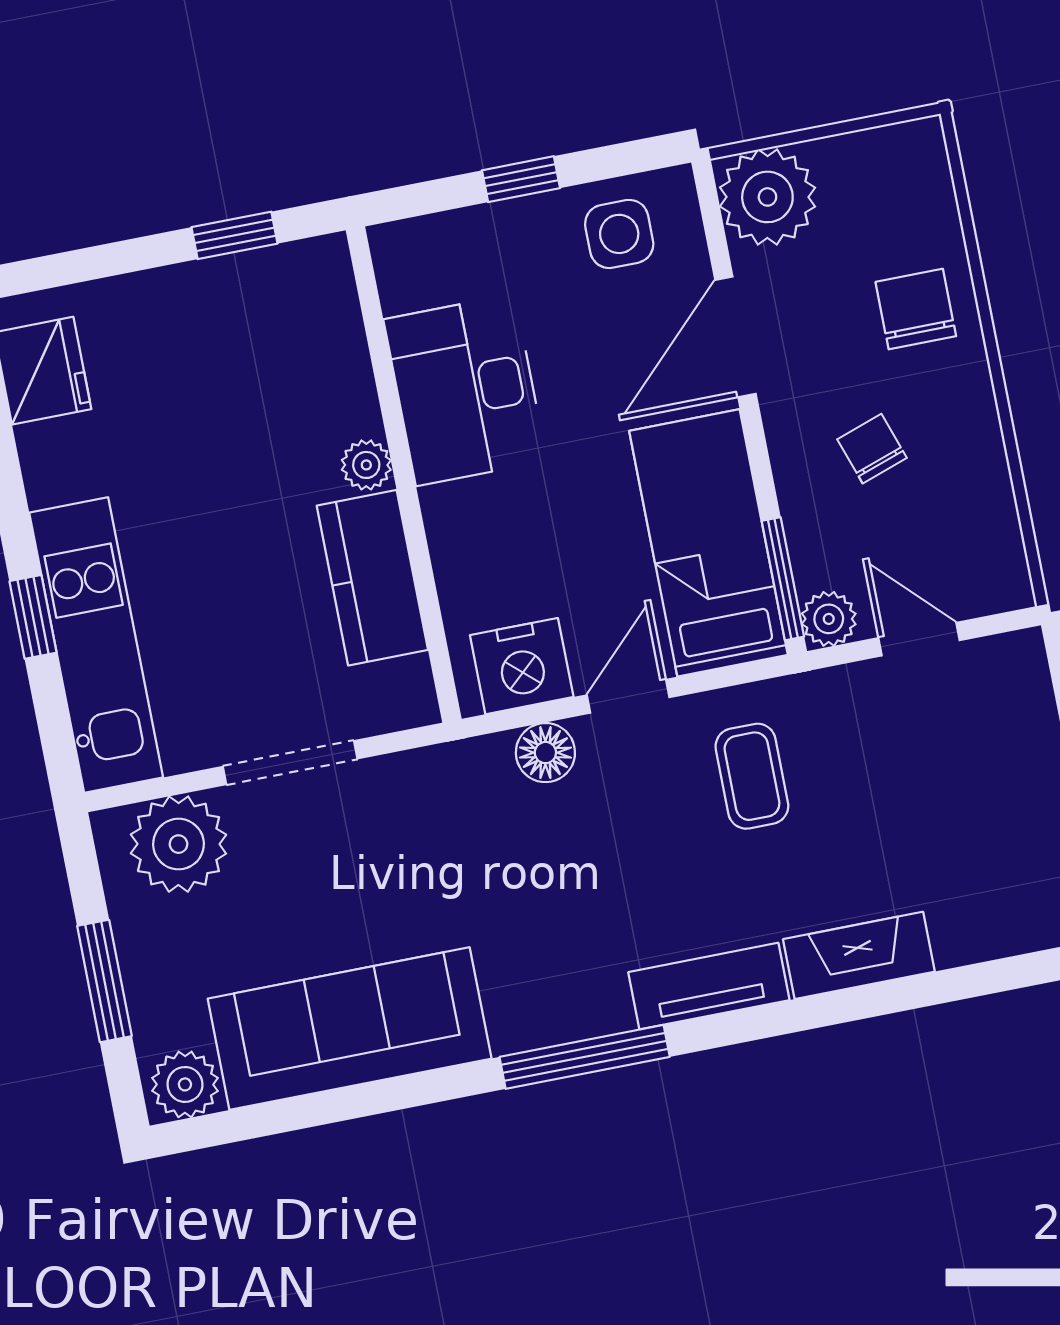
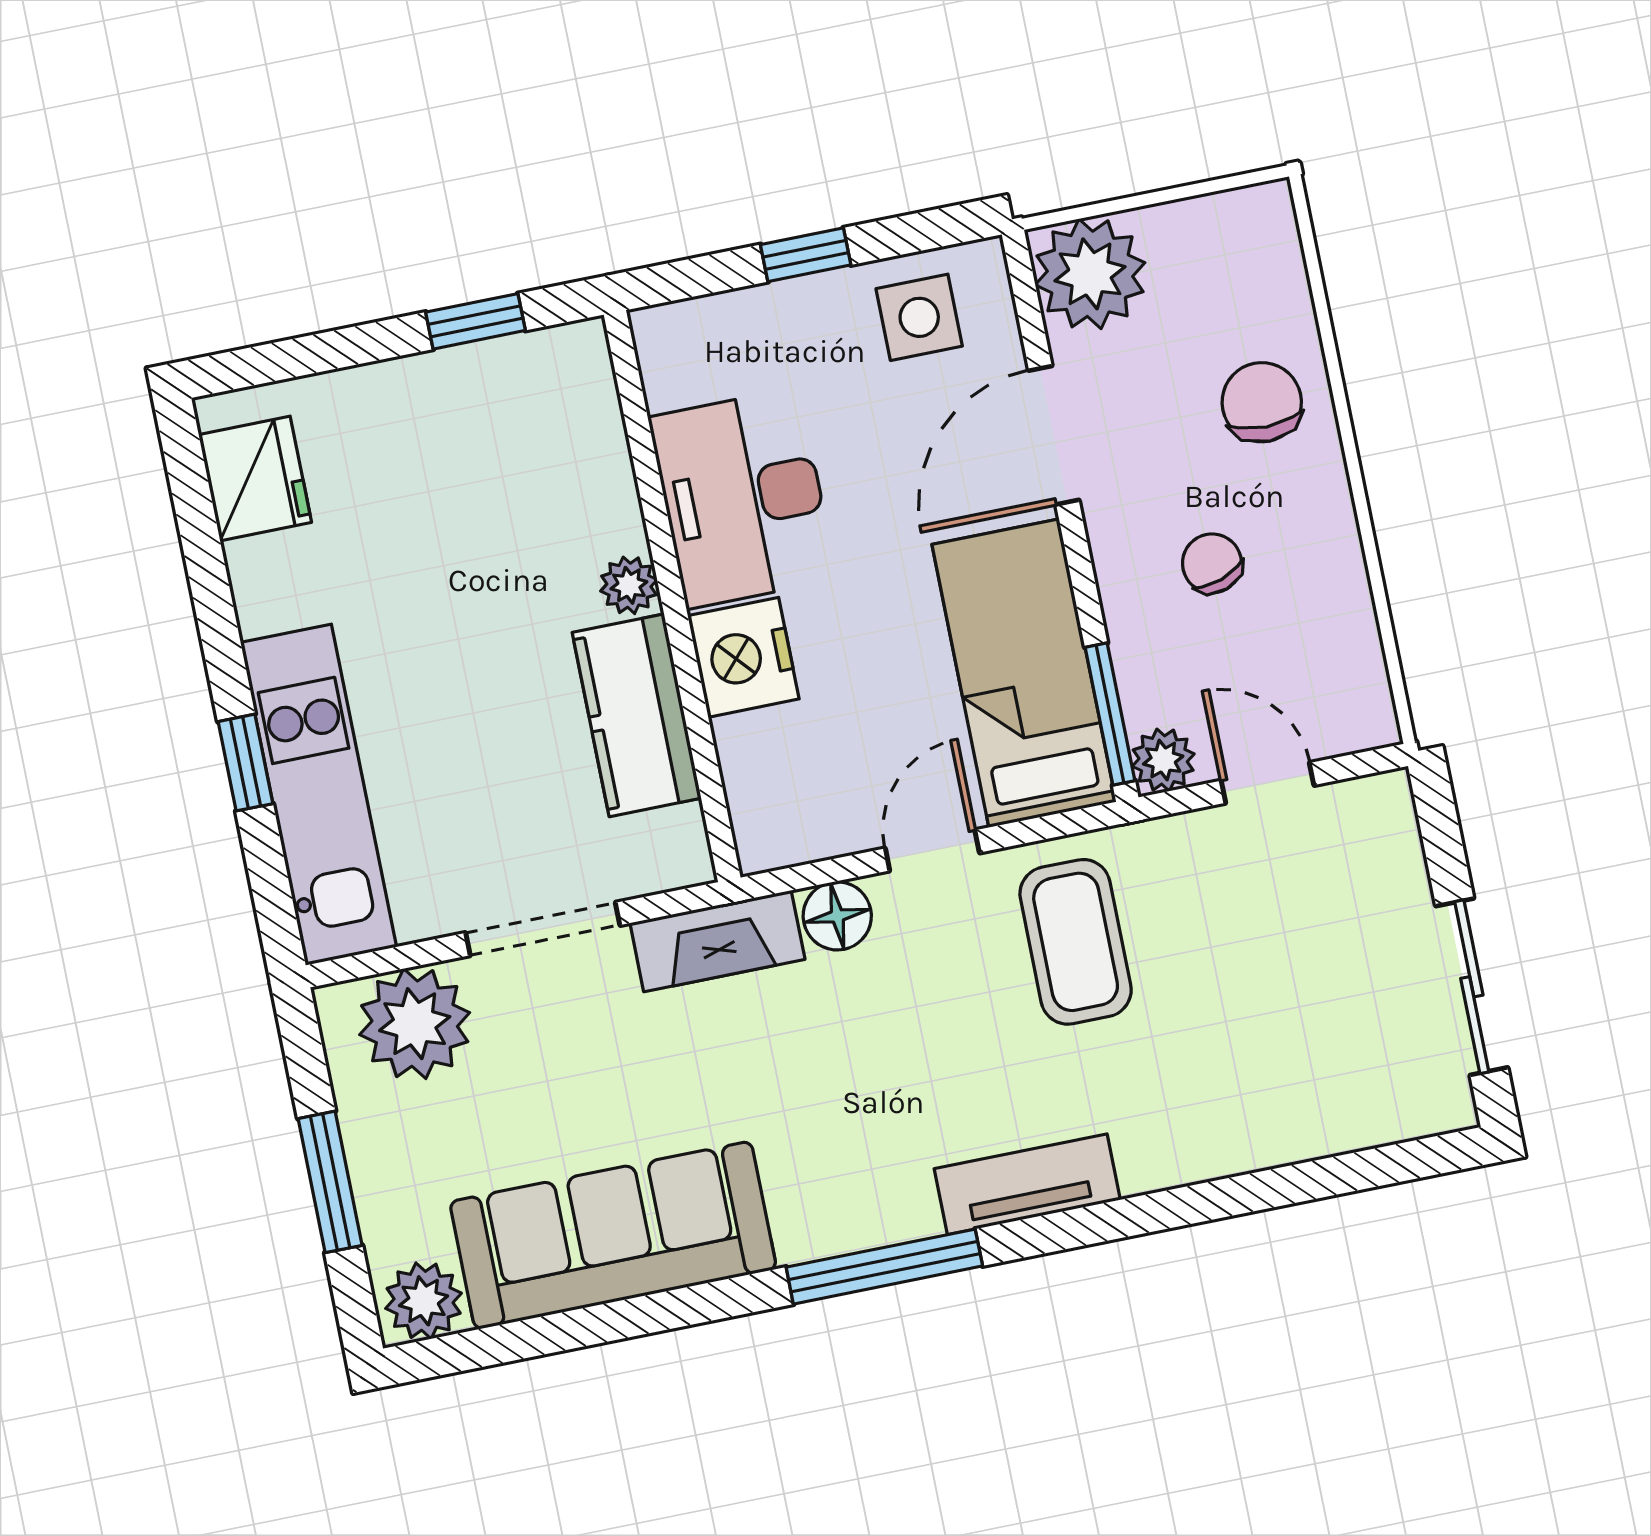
nightstand: (522, 666) -> (743, 657), moved, turned 90
coffee table: (752, 776) -> (1076, 942), width x1.36, depth x1.30
fireplace: (859, 955) -> (717, 941), moved, turned 180

